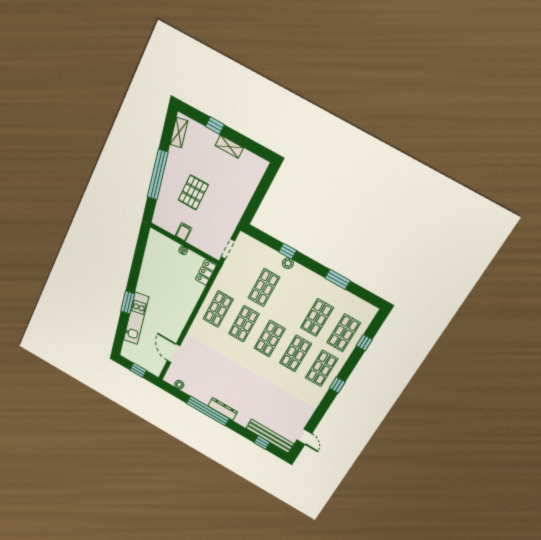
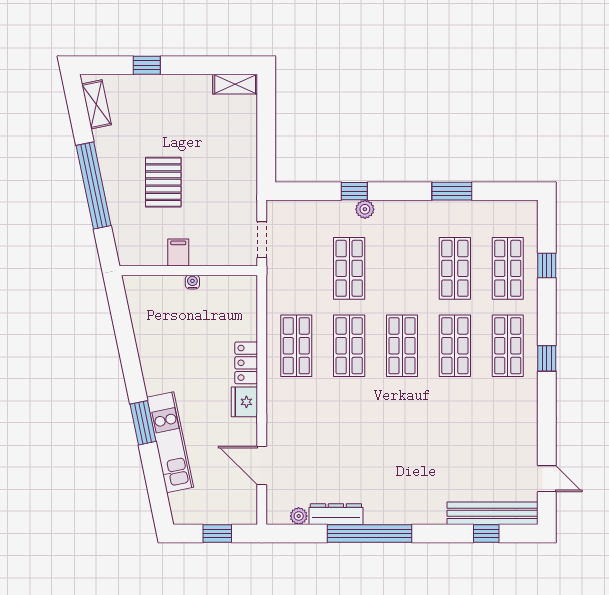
shelving: (229, 147) -> (235, 84), moved
locker: (206, 272) -> (246, 363), moved
fridge: (180, 320) -> (244, 402), added
dresser: (223, 409) -> (336, 514), moved

